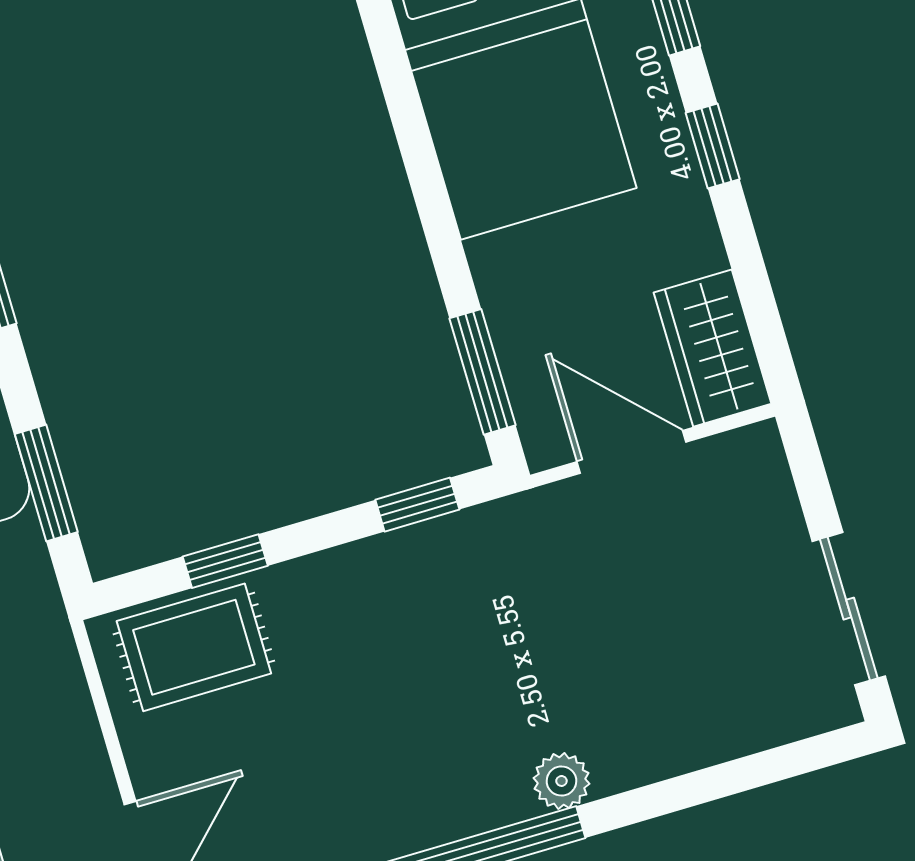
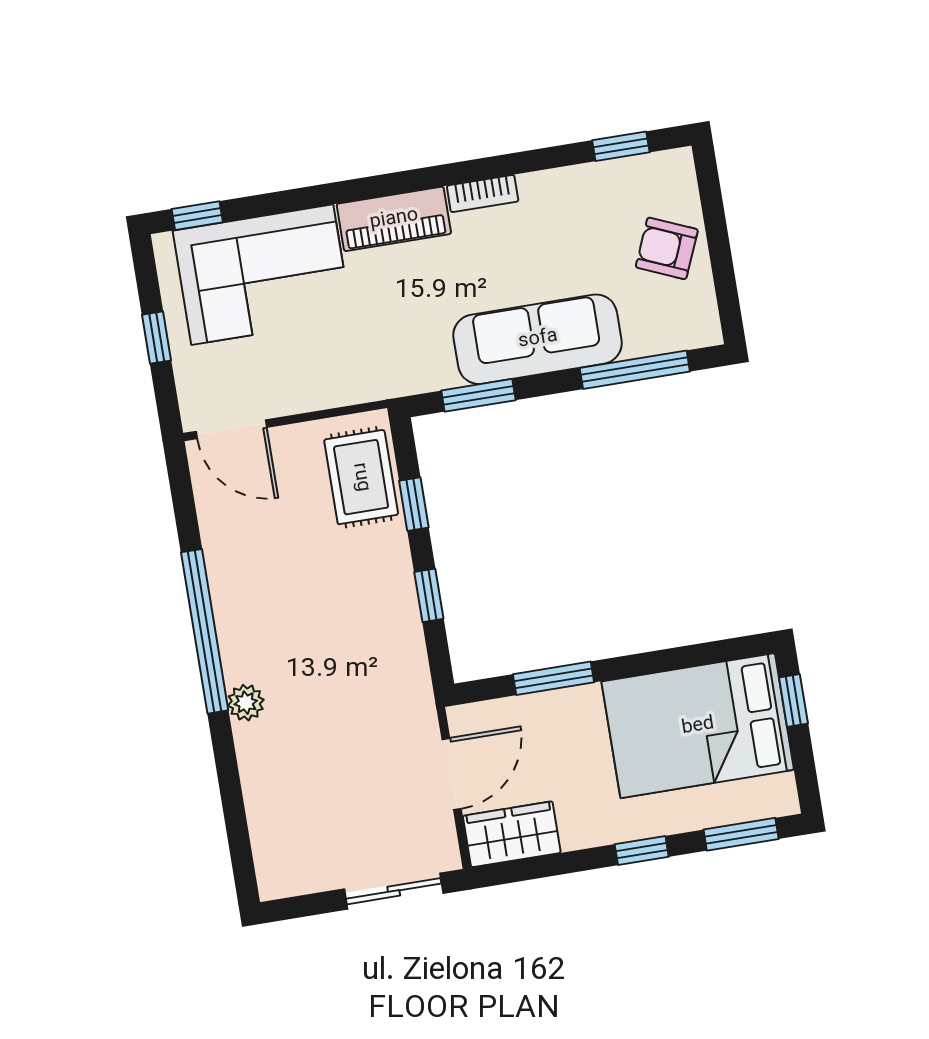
window: (482, 372) -> (554, 678), moved
window: (417, 505) -> (429, 595), moved
sliding door: (849, 609) -> (394, 891), moved

